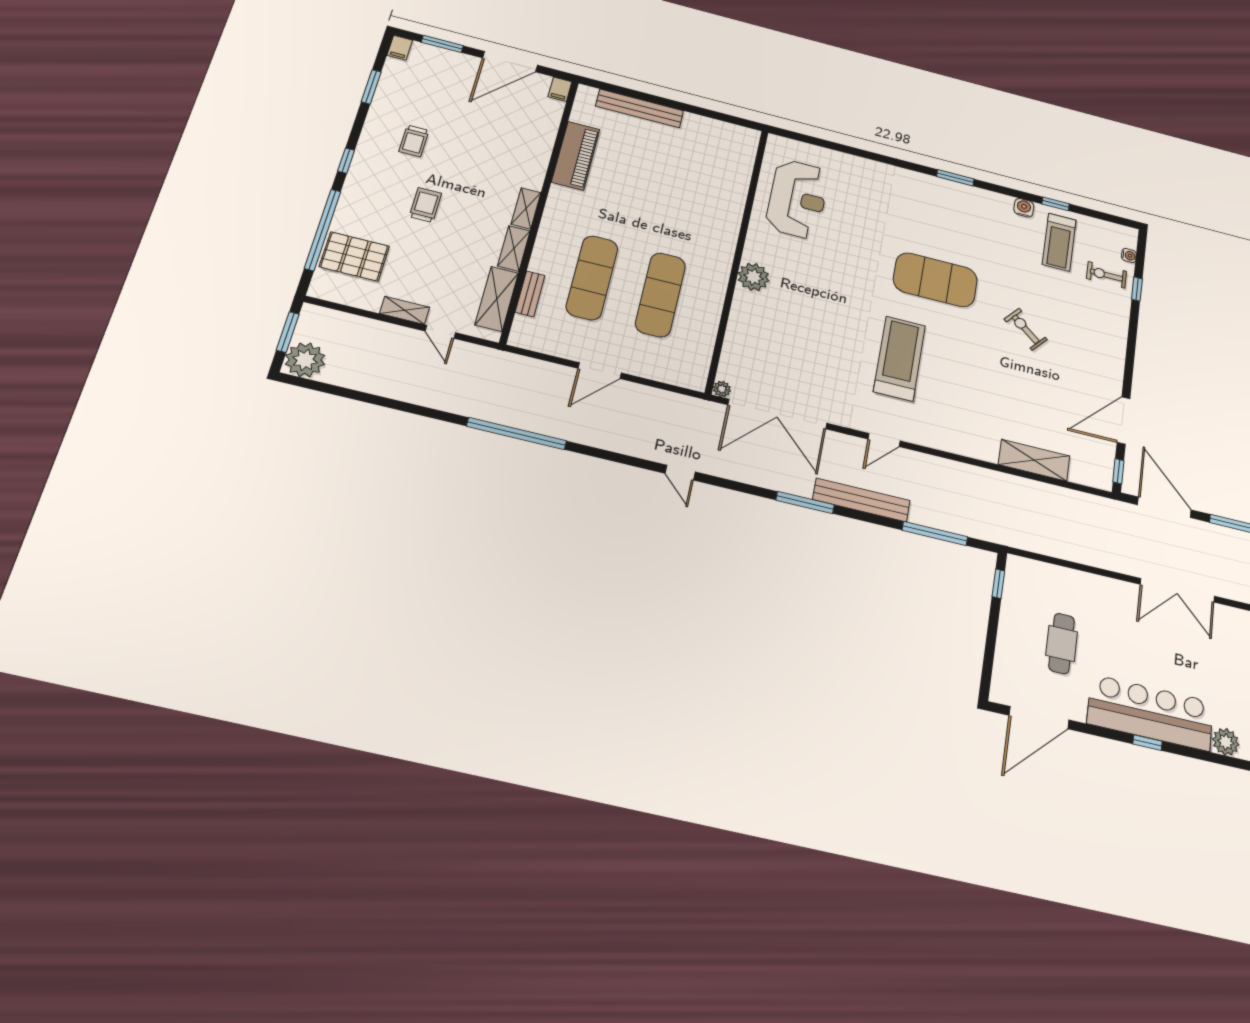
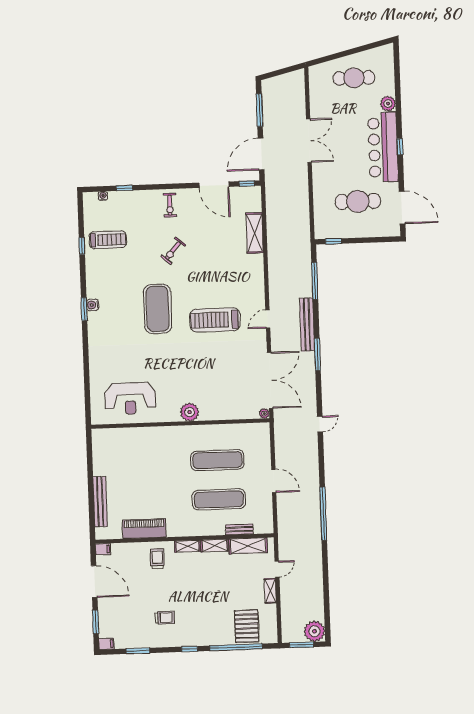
reception desk: (797, 199) -> (130, 398), turned 180
trolley: (425, 205) -> (157, 559), moved, turned 90
water cooler: (1024, 208) -> (93, 305), moved
exercise bike: (1106, 275) -> (170, 205), moved
door: (884, 440) -> (268, 319), swing flipped
cafe table: (1062, 643) -> (358, 201), width x1.37, depth x1.35

